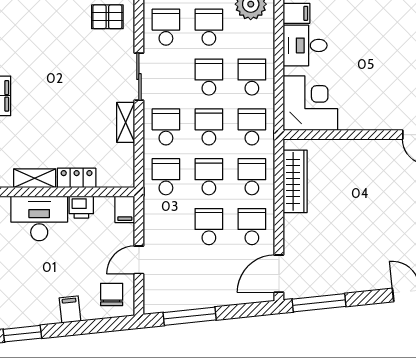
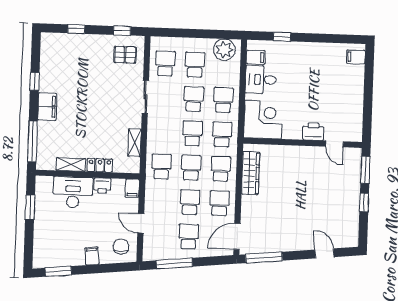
printer: (384, 118) -> (313, 132), added
shelving: (126, 122) -> (135, 143), moved
school desk: (166, 127) -> (189, 237), moved
door: (139, 260) -> (141, 223), hinge flipped

